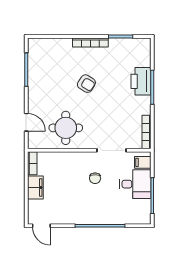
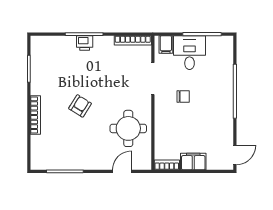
bookcase: (90, 43) -> (35, 115), moved
printer: (141, 81) -> (85, 43), width x0.53, depth x0.68

